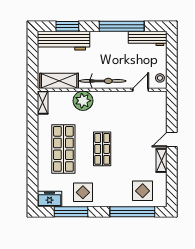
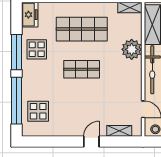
door: (172, 140) -> (91, 141), hinge flipped
shelving: (161, 160) -> (119, 131), moved
window: (71, 212) -> (16, 52), moved

